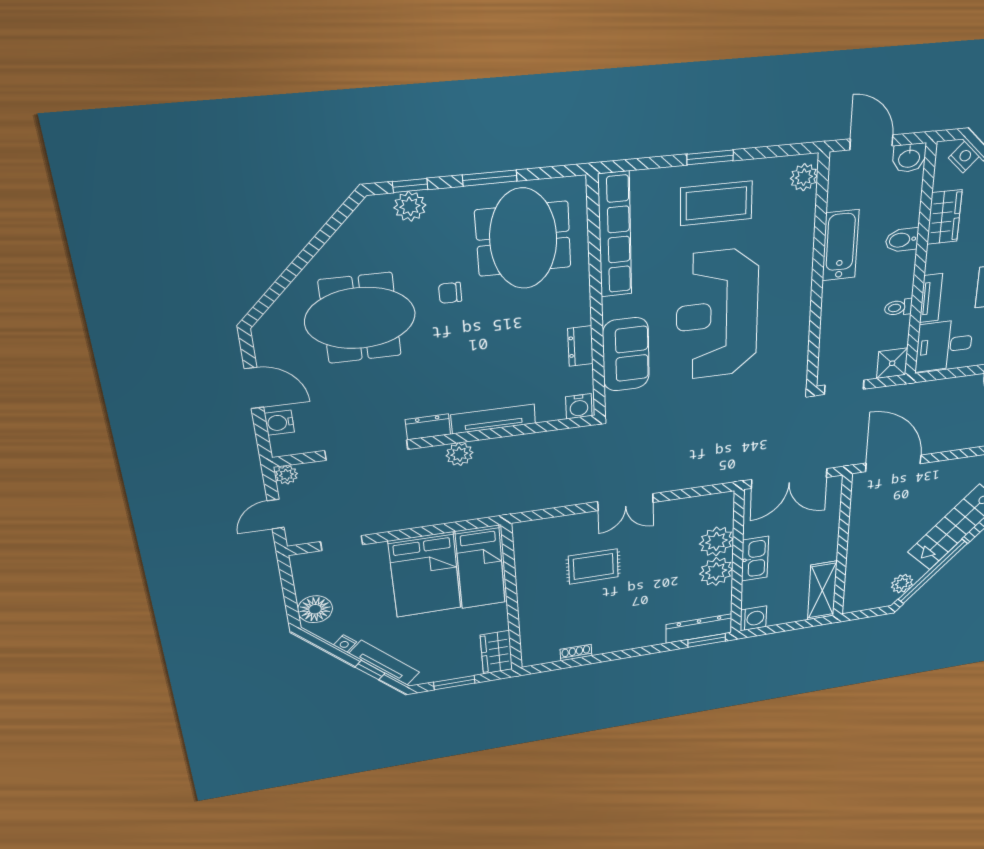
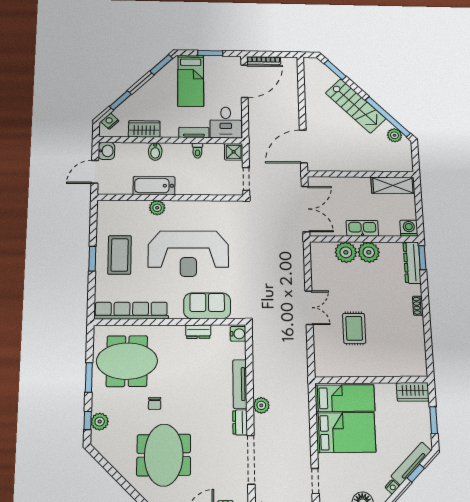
plant: (804, 177) -> (157, 208), moved
shoe rack: (576, 653) -> (418, 306), moved

